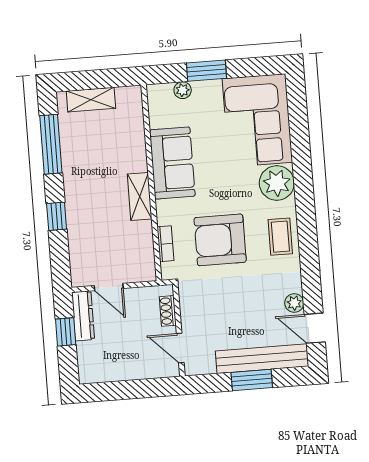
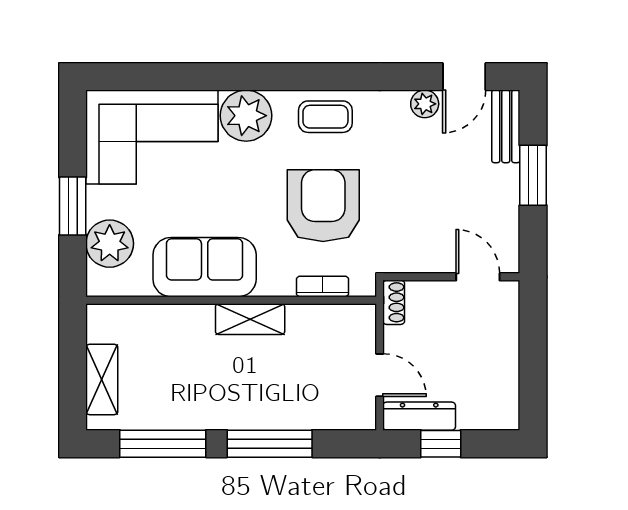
plant: (183, 90) -> (110, 244), width x1.88, depth x1.88
window: (57, 216) -> (270, 444), width x2.17
armchair: (220, 240) -> (323, 206), turned 180
door: (109, 287) -> (380, 375), hinge flipped
shoe rack: (168, 311) -> (394, 302), moved, turned -90
door: (180, 348) -> (478, 277), swing flipped
bench: (262, 359) -> (506, 126), width x0.54, depth x0.82

